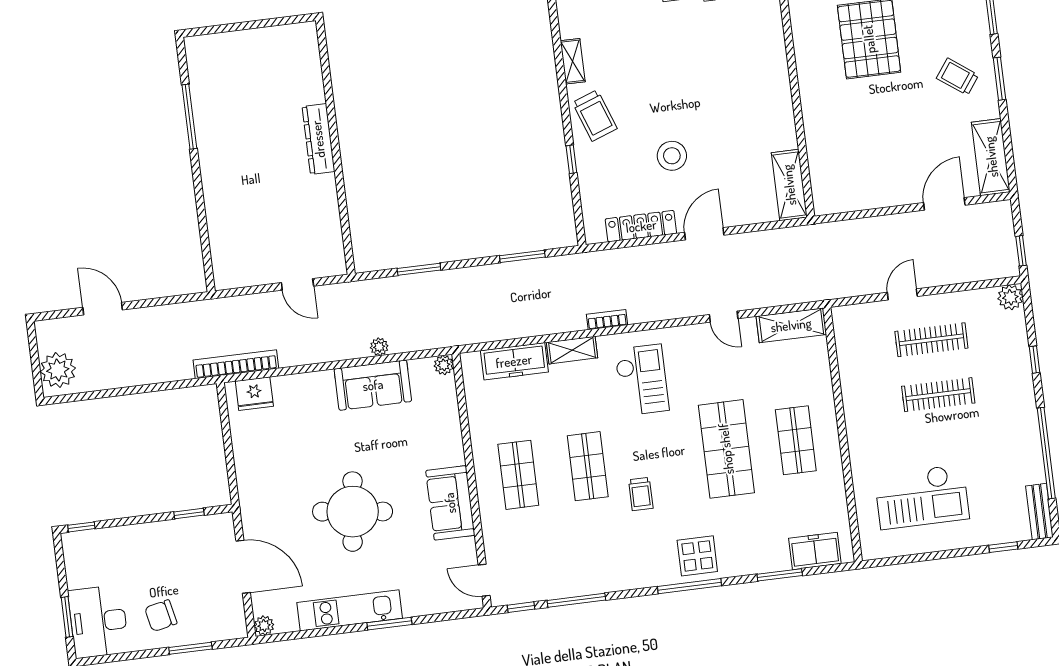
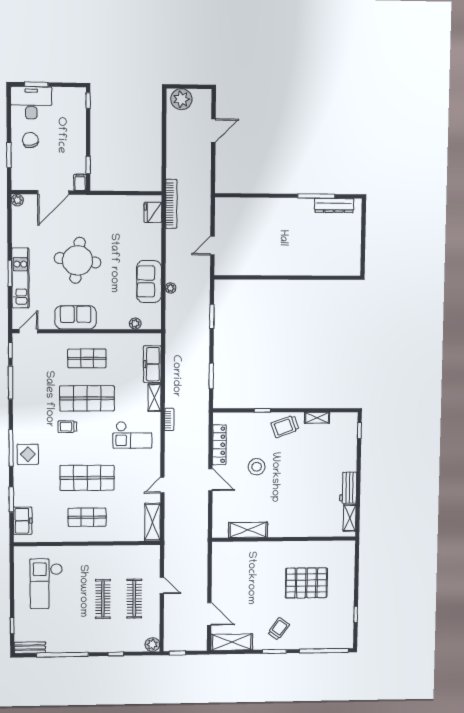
dresser: (318, 139) -> (334, 205), moved, turned 180
shelving: (789, 185) -> (248, 530), moved
plant: (444, 365) -> (135, 324), moved
shop shelf: (588, 466) -> (87, 398), width x1.43, depth x1.36
filing cabinet: (220, 524) -> (80, 182), added
kitchen unit: (350, 610) -> (20, 278), moved

